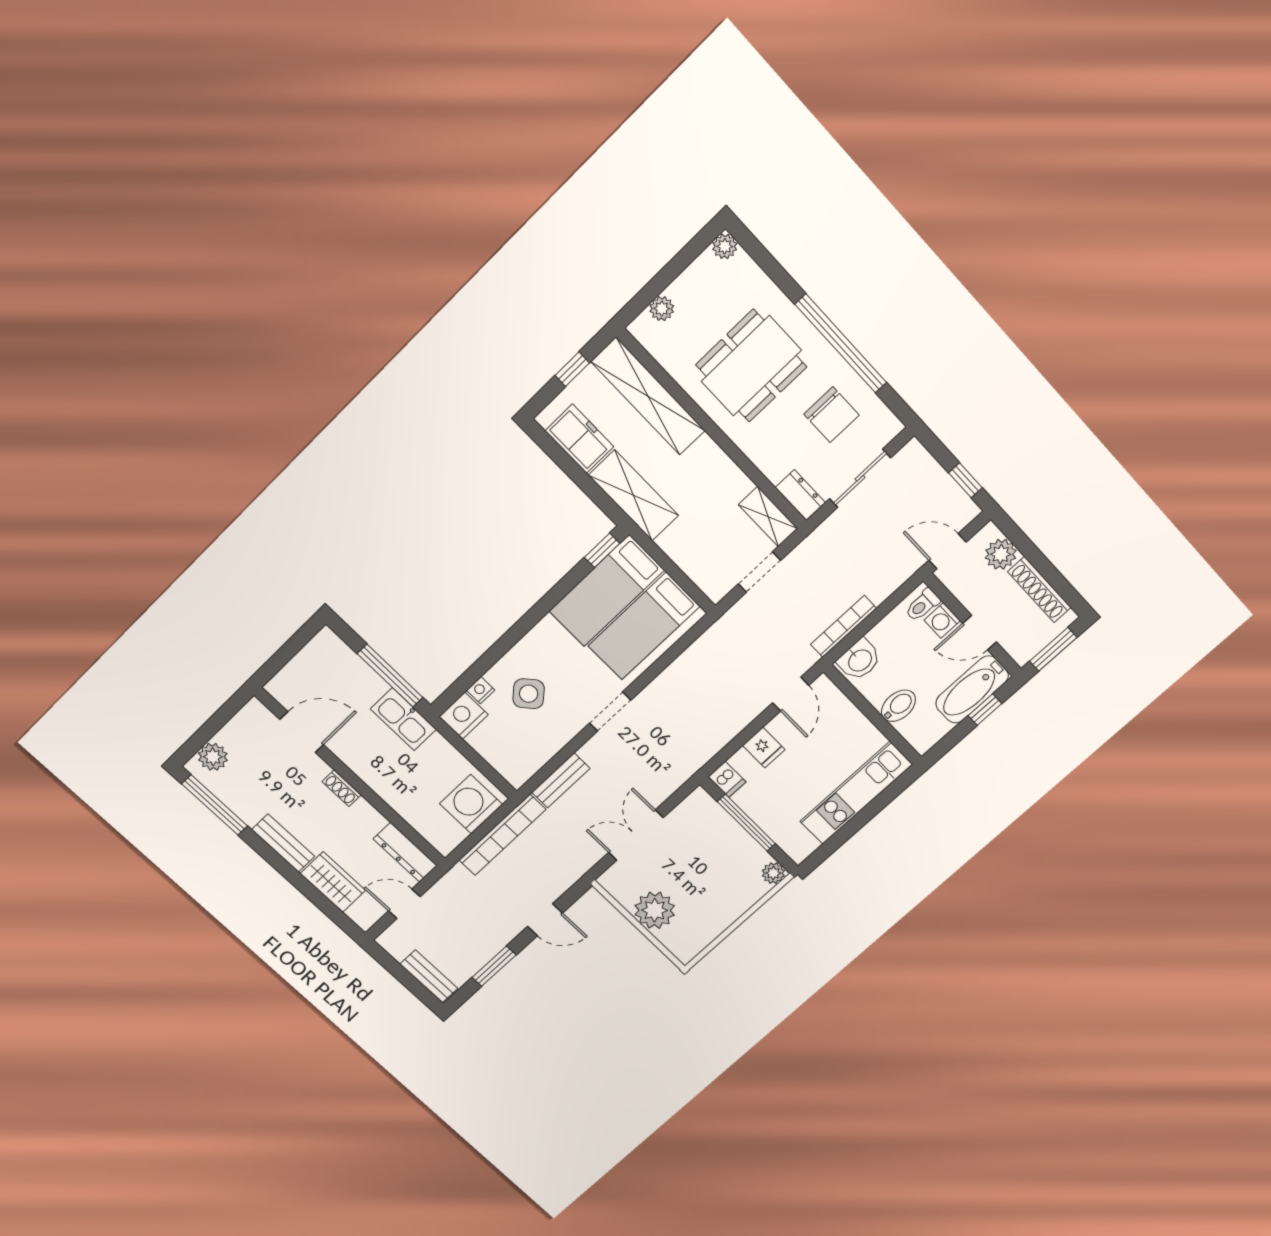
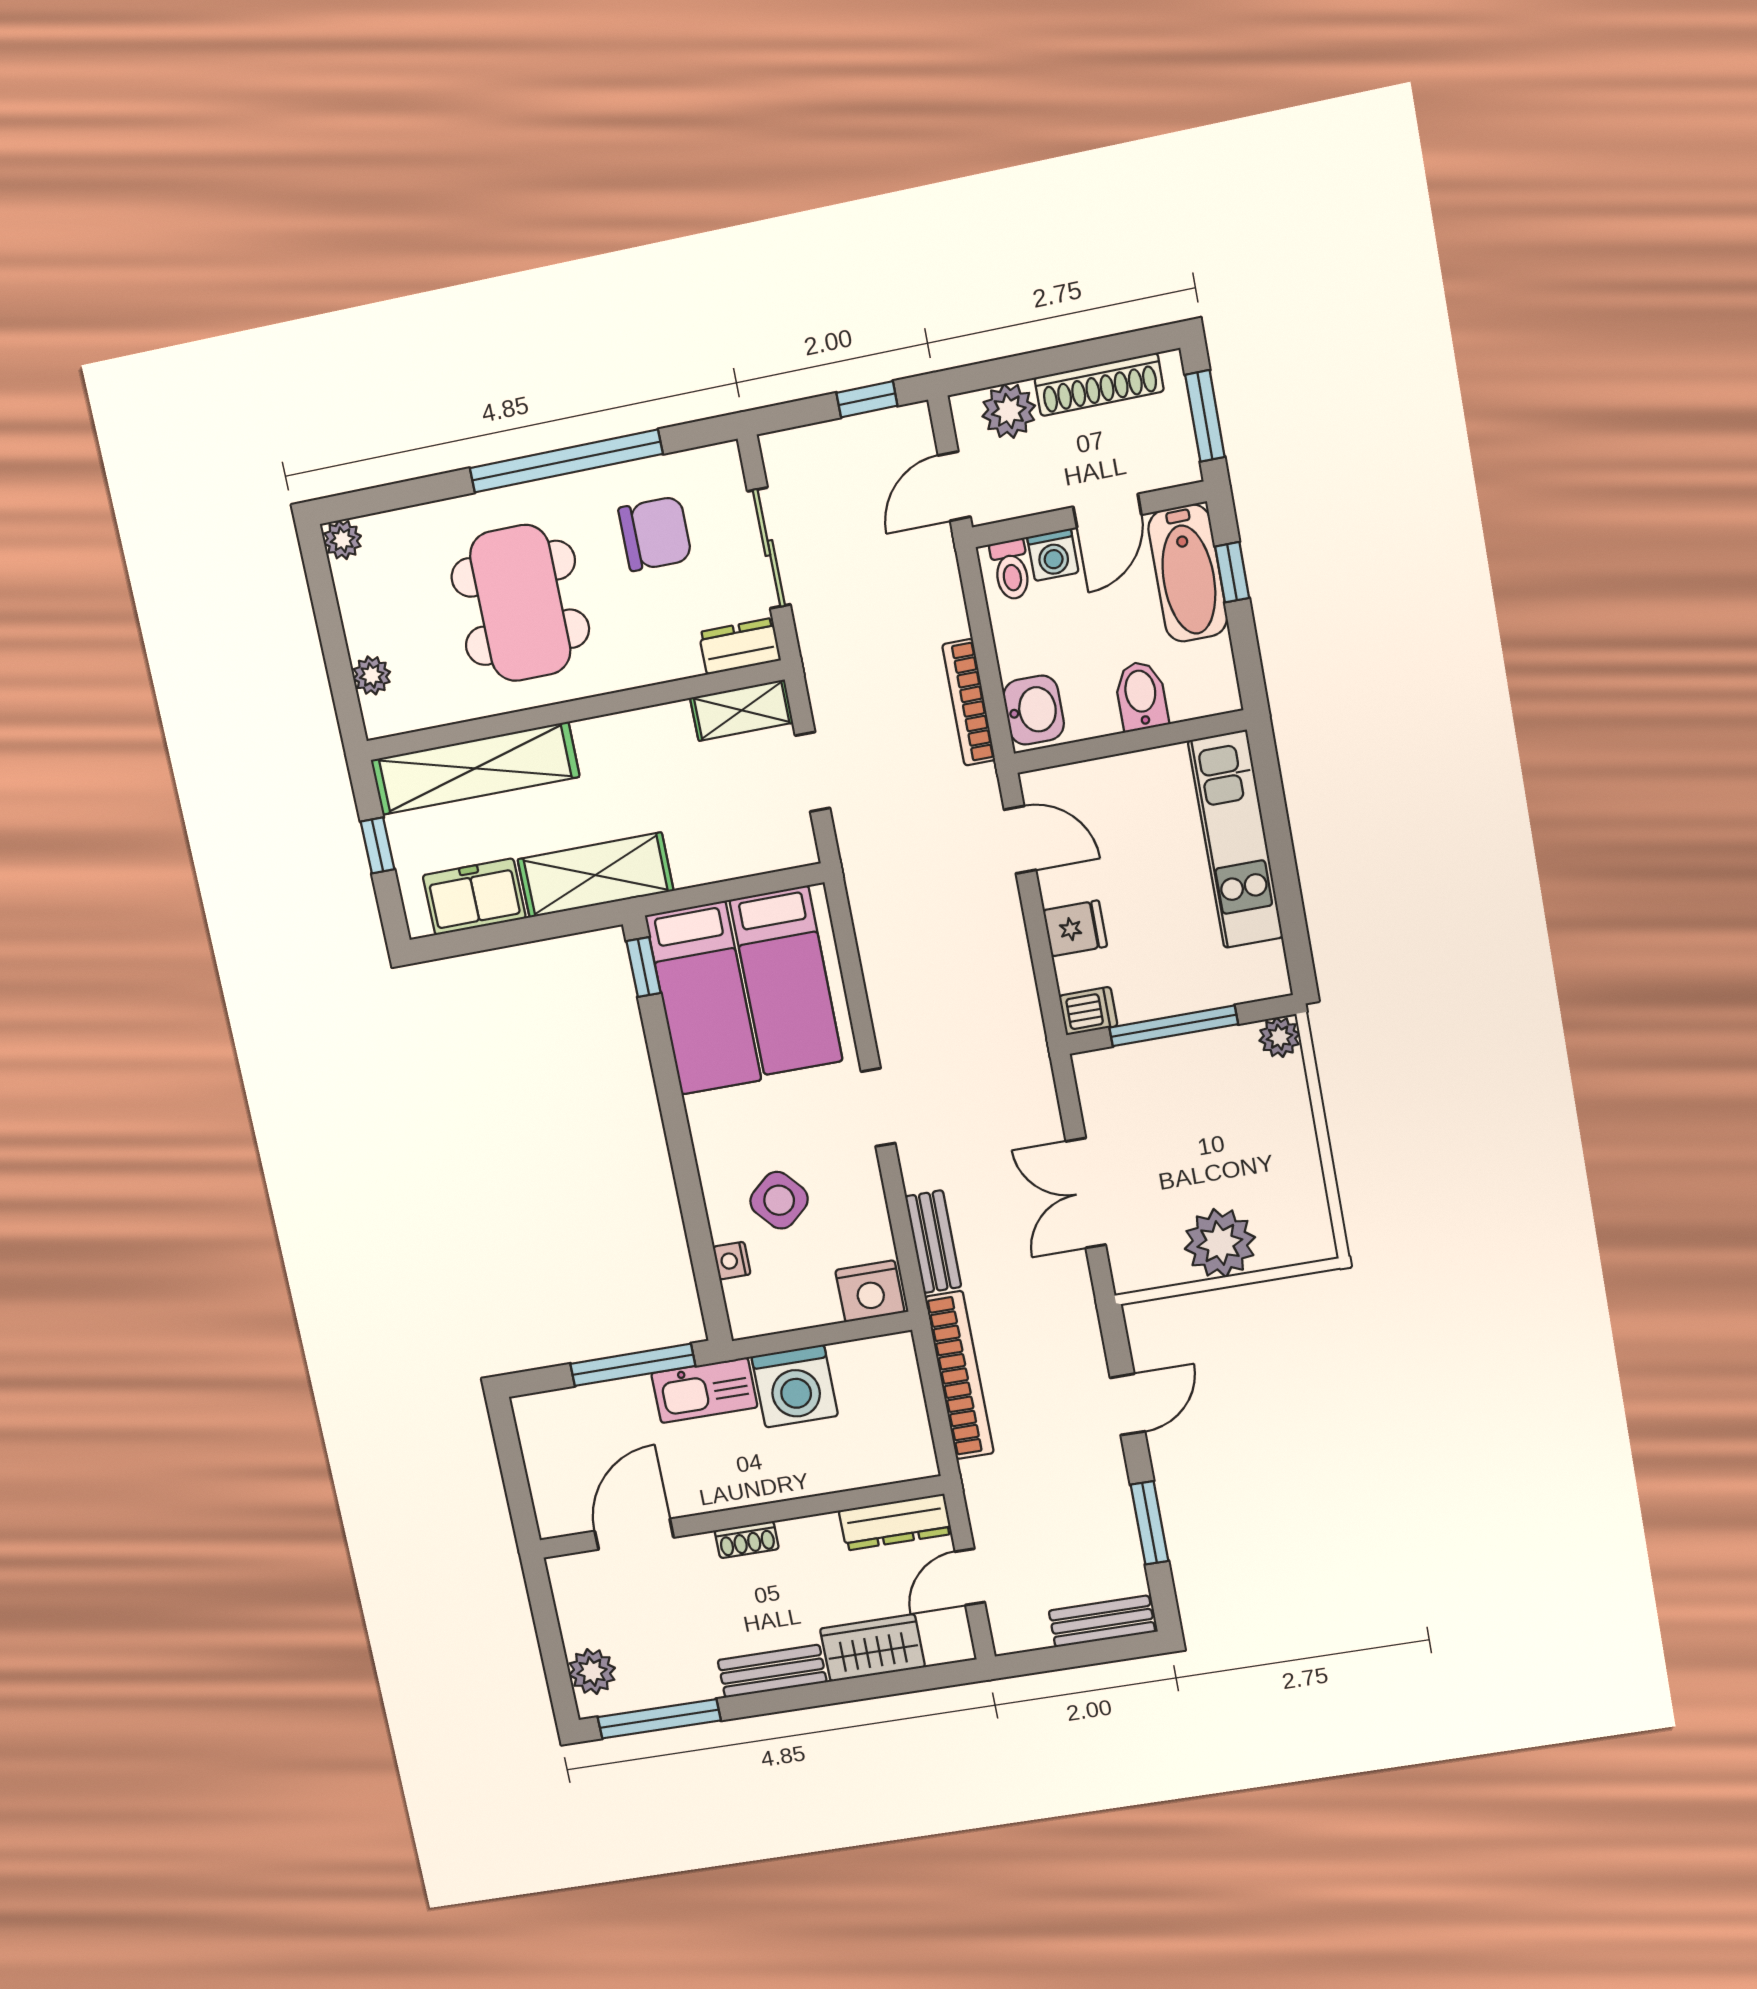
nightstand: (464, 716) -> (870, 1291), moved, turned -90
washing machine: (471, 804) -> (795, 1386), moved, turned -90

